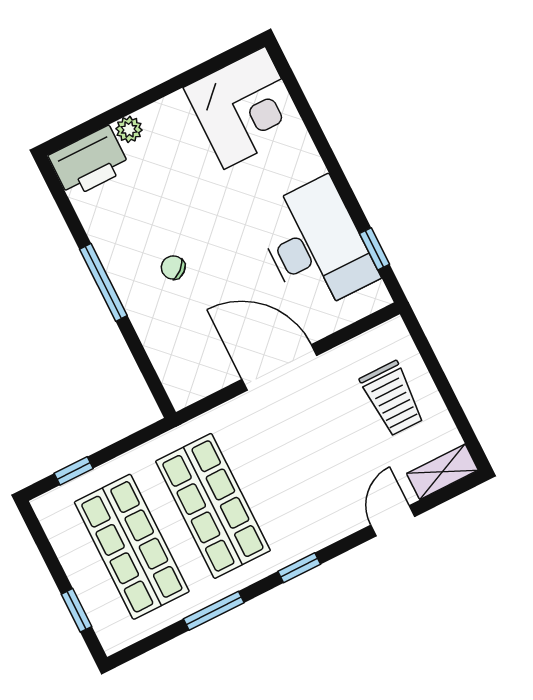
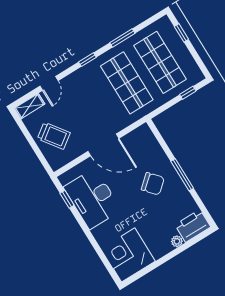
chair: (173, 268) -> (153, 184), width x1.87, depth x1.87
trolley: (392, 399) -> (54, 136), turned 144

